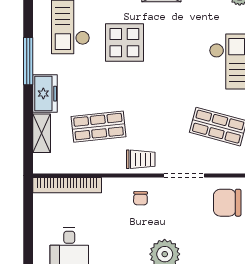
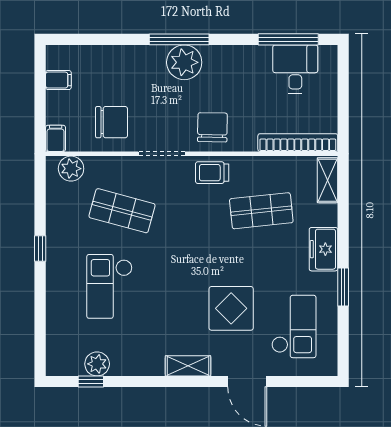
window: (28, 61) -> (343, 287), width x0.69
shelving: (42, 133) -> (328, 180), moved
chair: (140, 198) -> (212, 127), width x1.87, depth x1.87

